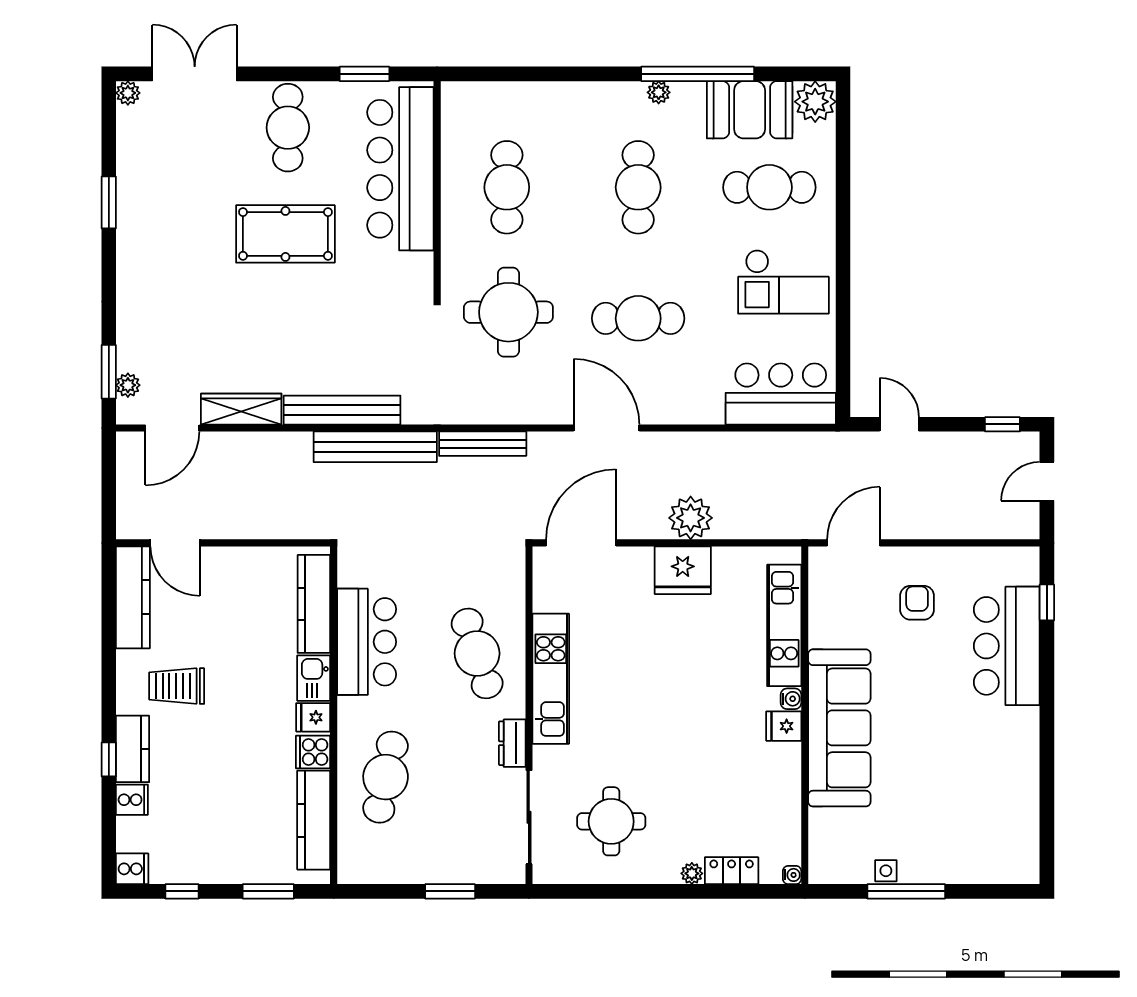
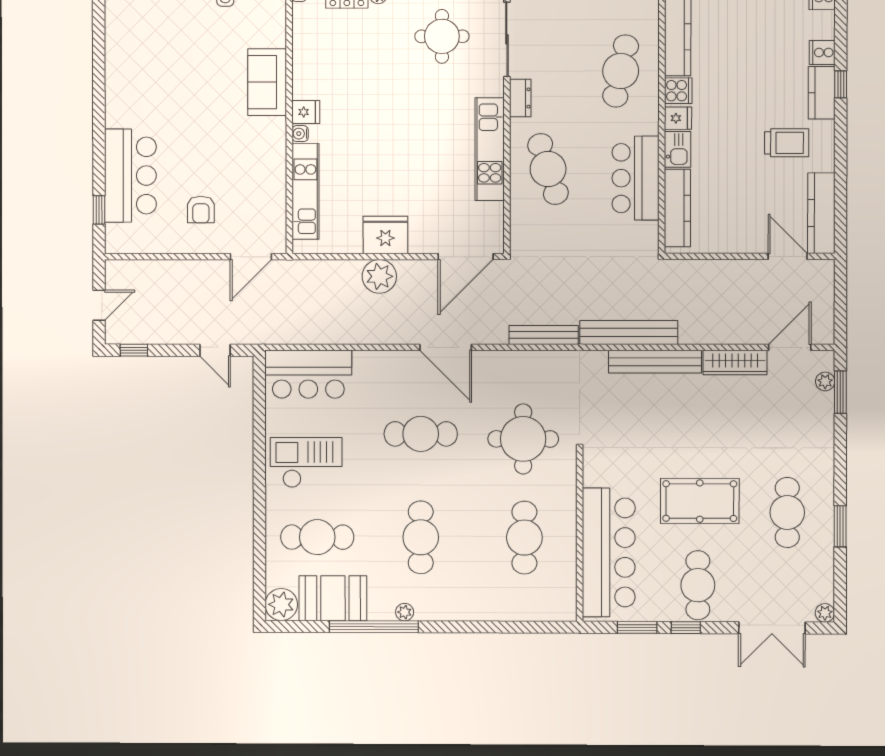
window: (303, 74) -> (686, 628), added
cafe table: (175, 220) -> (787, 512), added
sofa: (839, 728) -> (267, 82), width x0.54, depth x0.79

